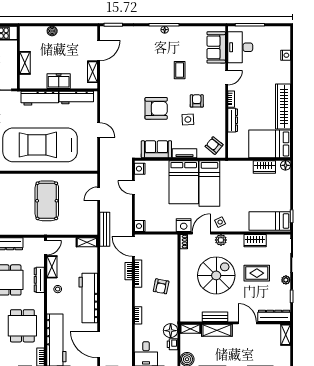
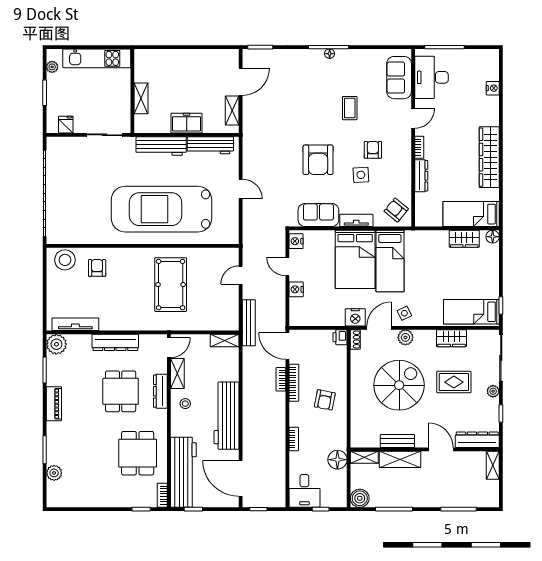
boiler: (52, 31) -> (178, 55), removed
armchair: (156, 108) -> (318, 160), turned 90
bed: (270, 144) -> (471, 214), width x0.67
nightstand: (140, 226) -> (296, 289), moved
printer: (172, 344) -> (340, 337), moved

